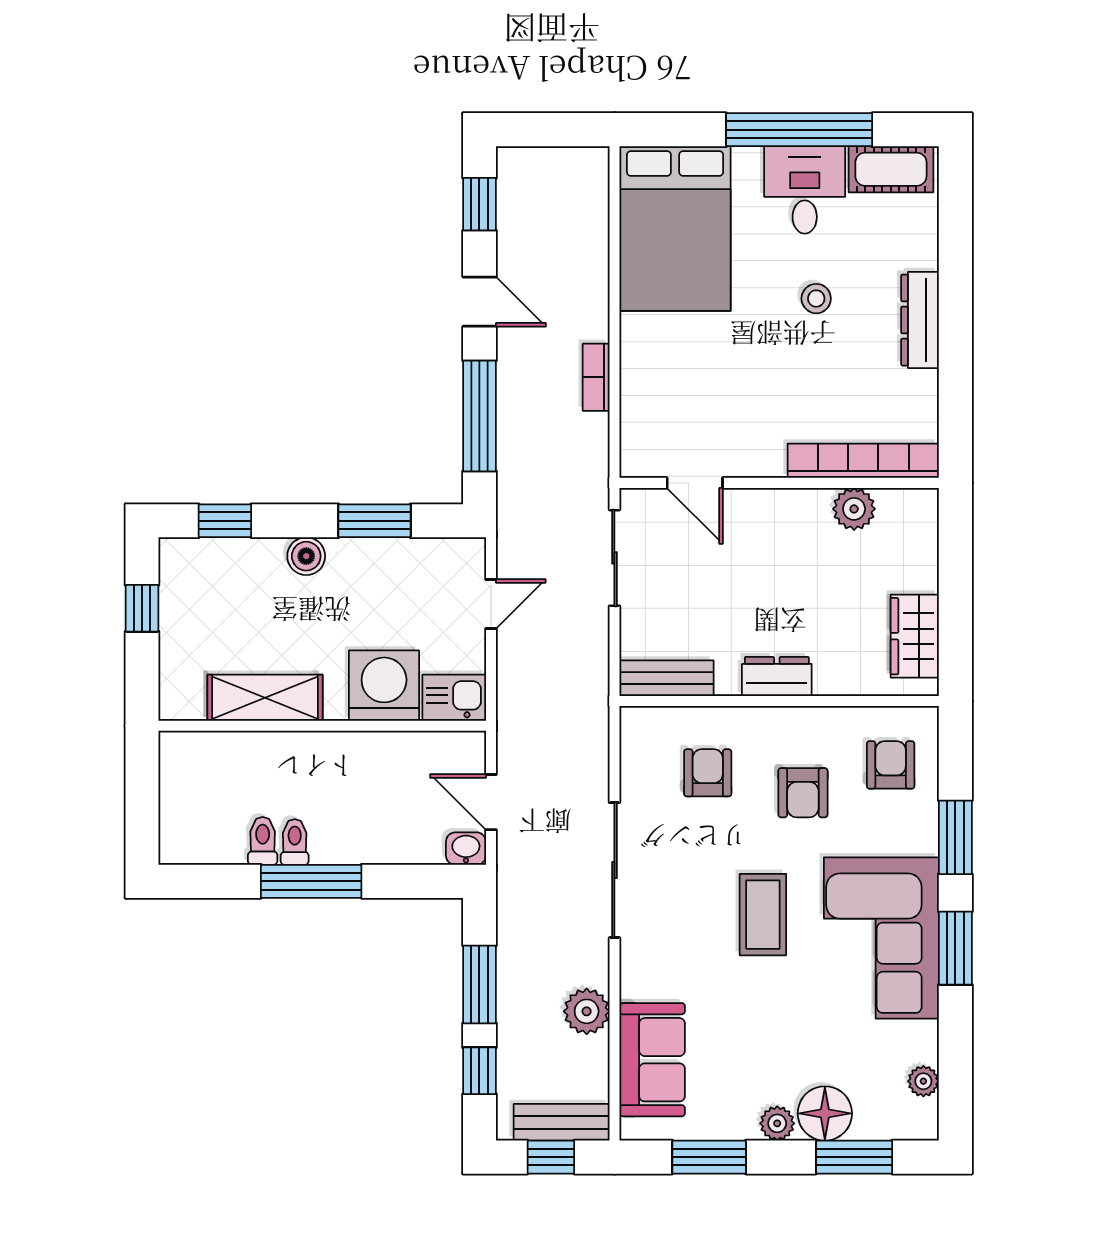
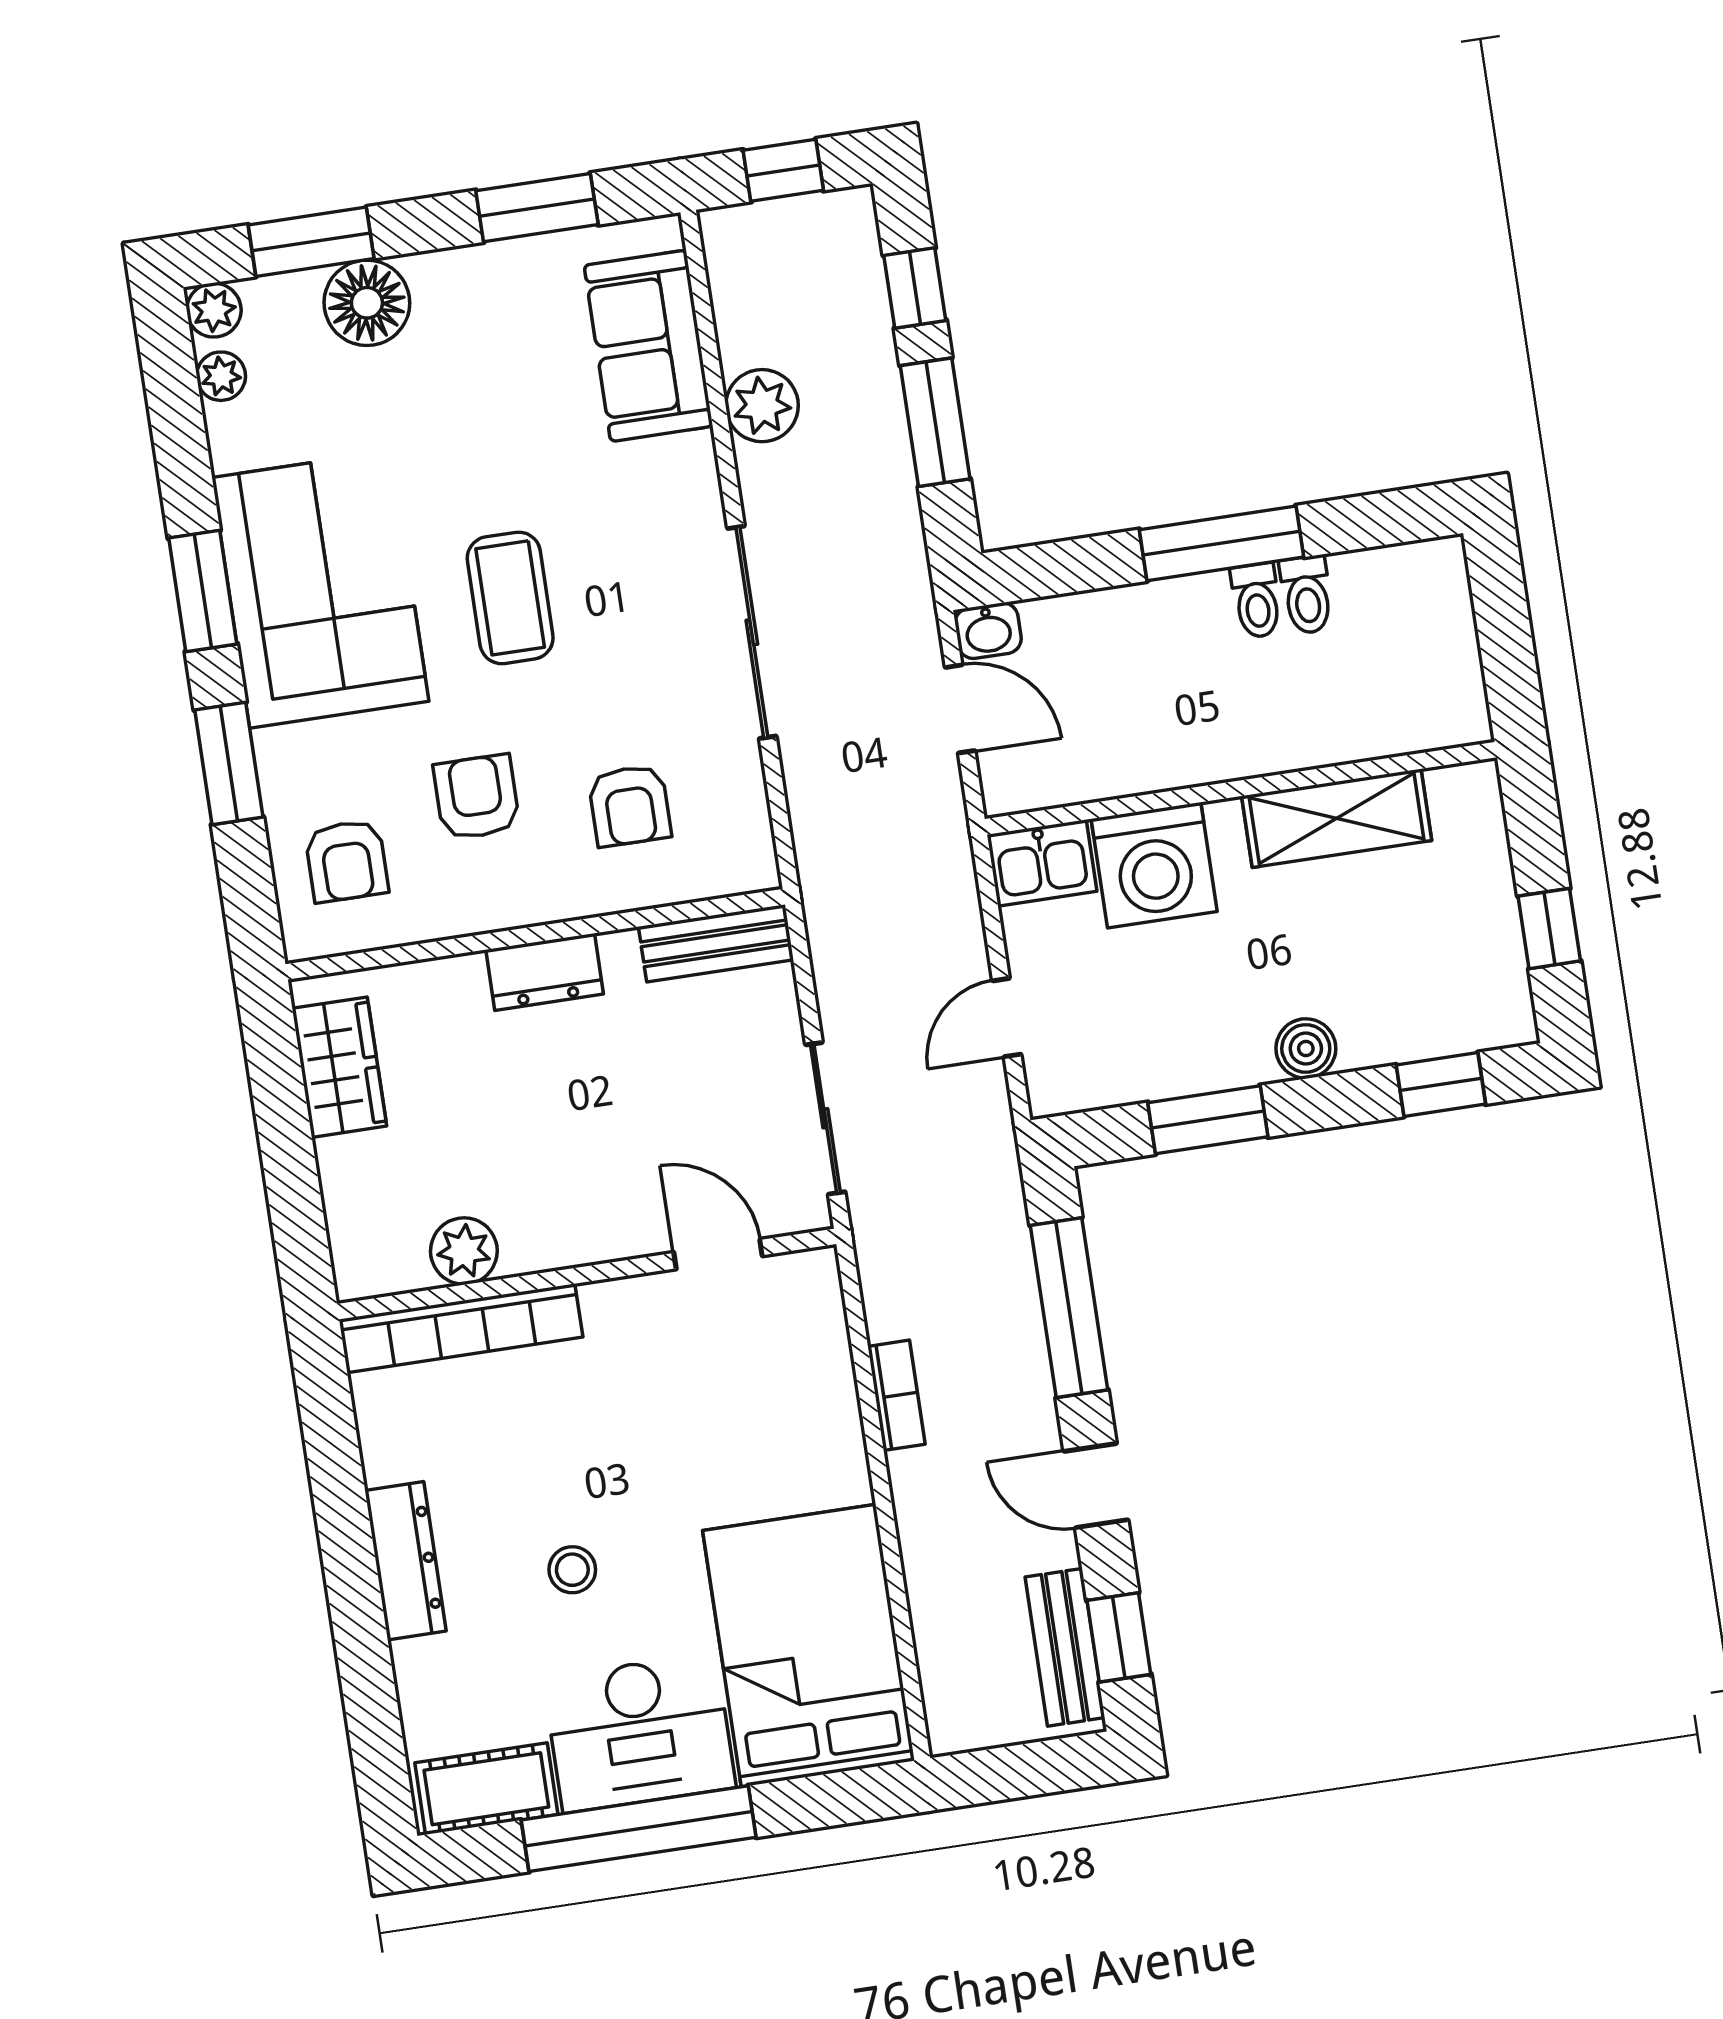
desk: (805, 190) -> (639, 1733), width x1.37
bench: (562, 1122) -> (1065, 1647), moved, turned 90
plant: (777, 1123) -> (214, 310), moved

